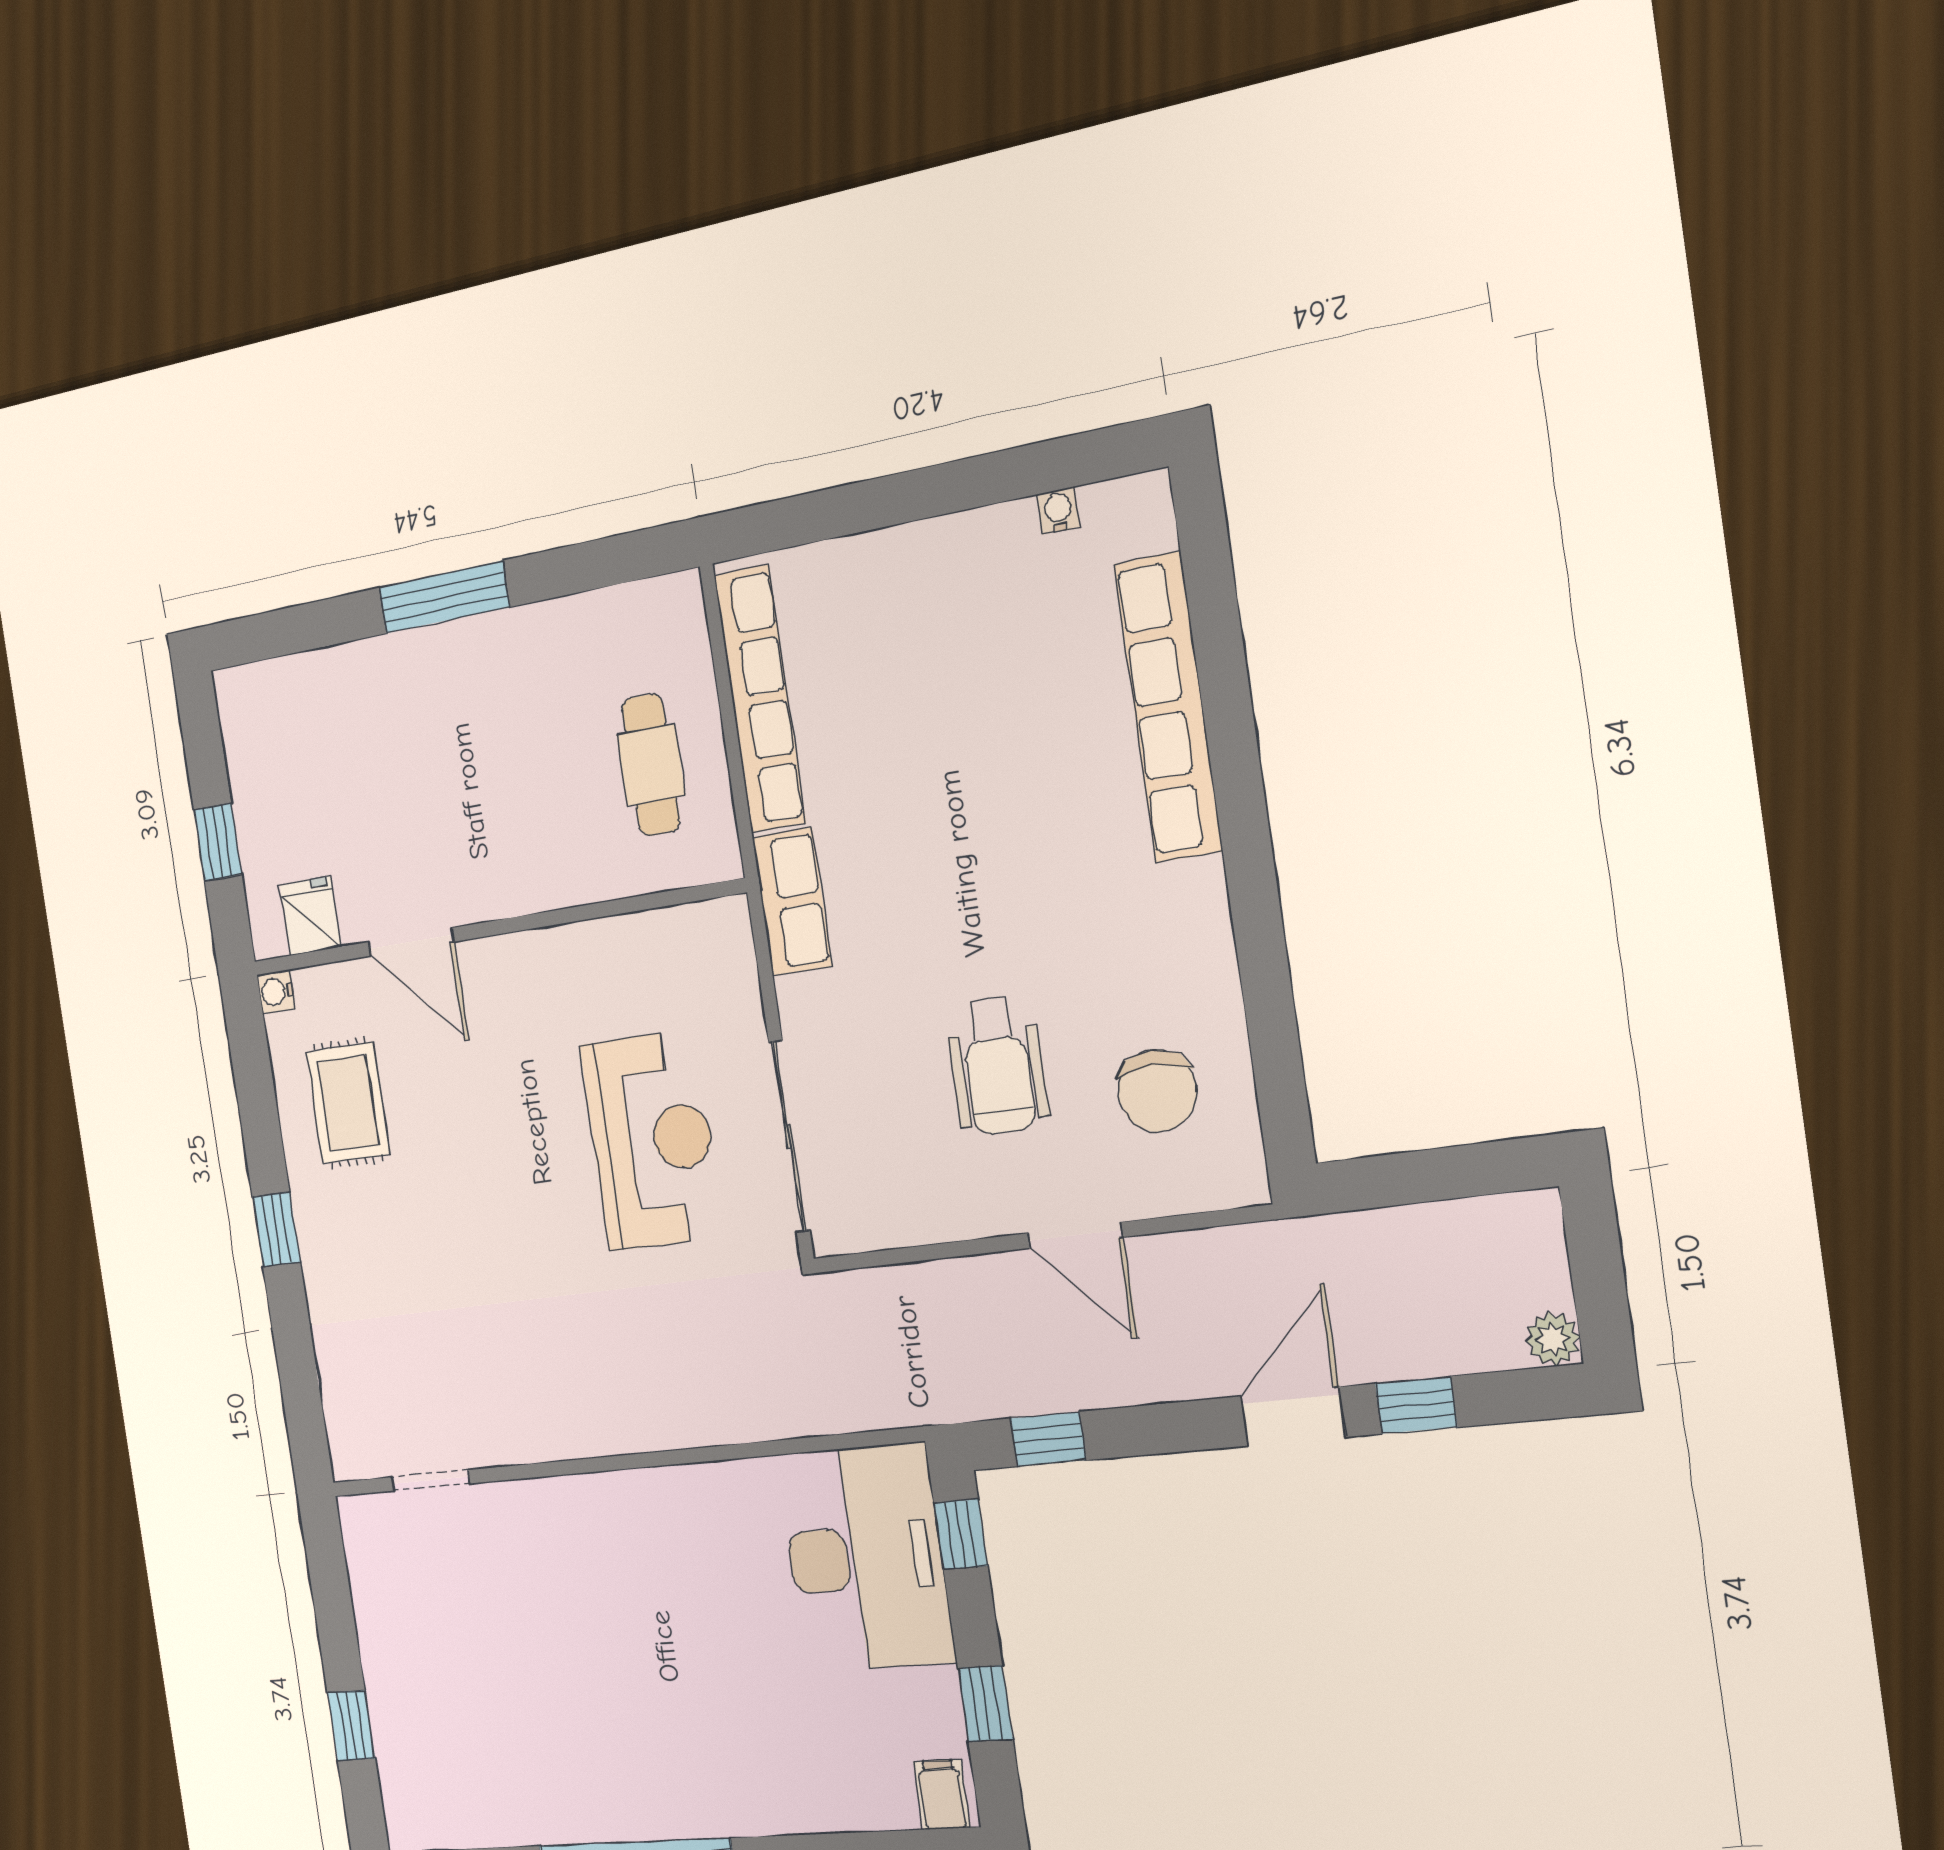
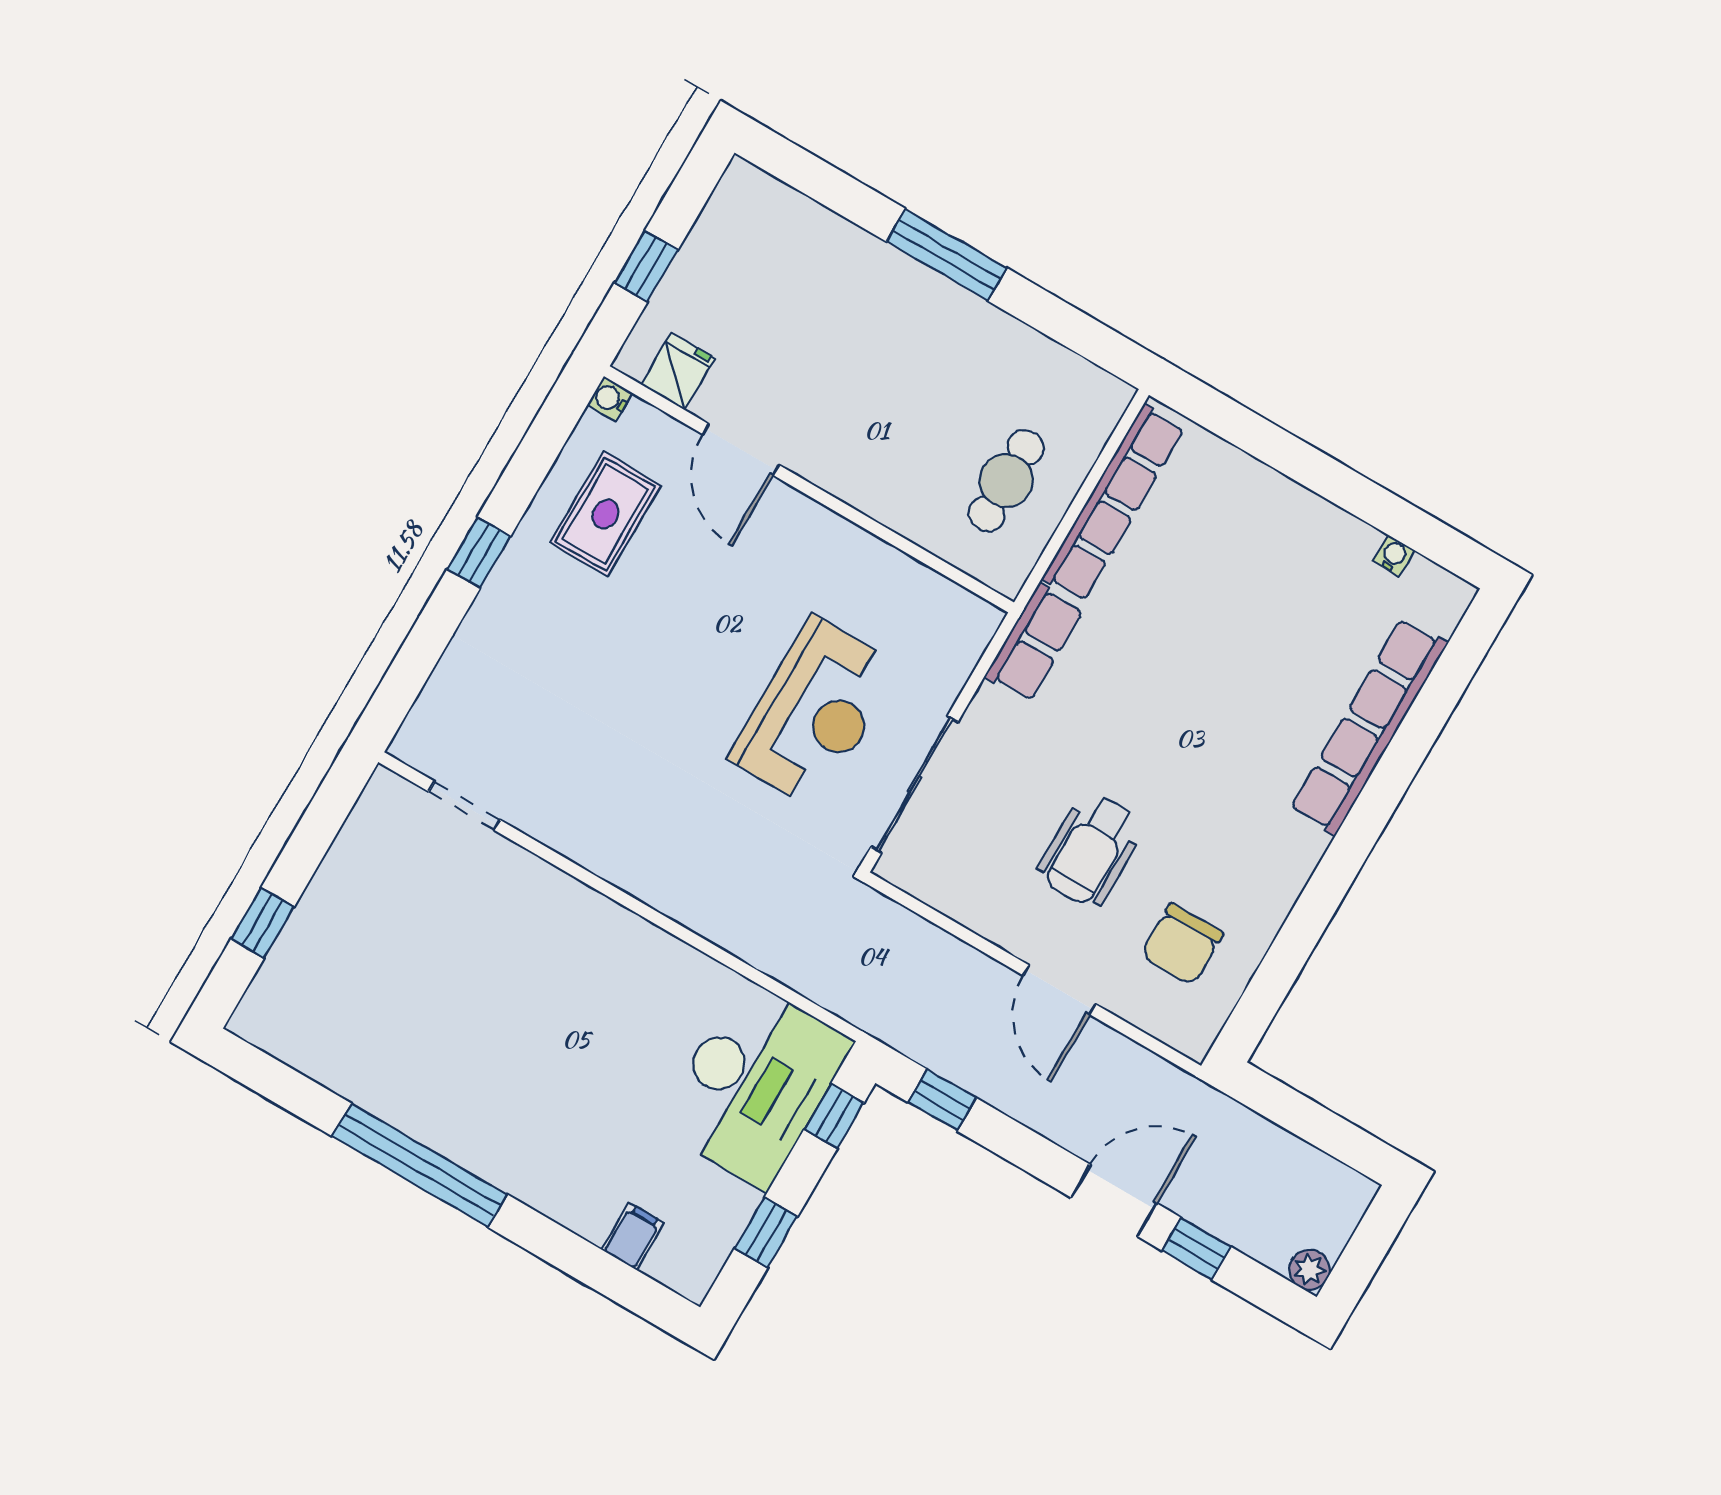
filing cabinet: (942, 1795) -> (633, 1236), moved

